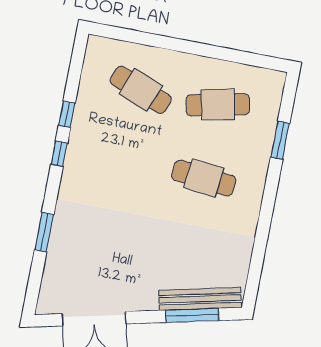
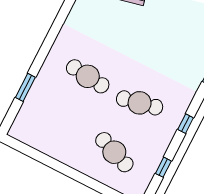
cafe table: (218, 105) -> (140, 103), moved
window: (67, 114) -> (163, 167), moved

